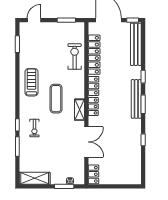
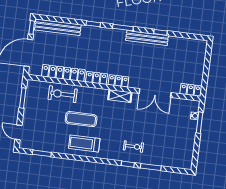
exercise mat: (56, 99) -> (81, 119), moved
bench: (136, 99) -> (147, 38), moved
double door: (86, 142) -> (155, 93), swing flipped
shelving: (35, 178) -> (187, 153), removed

